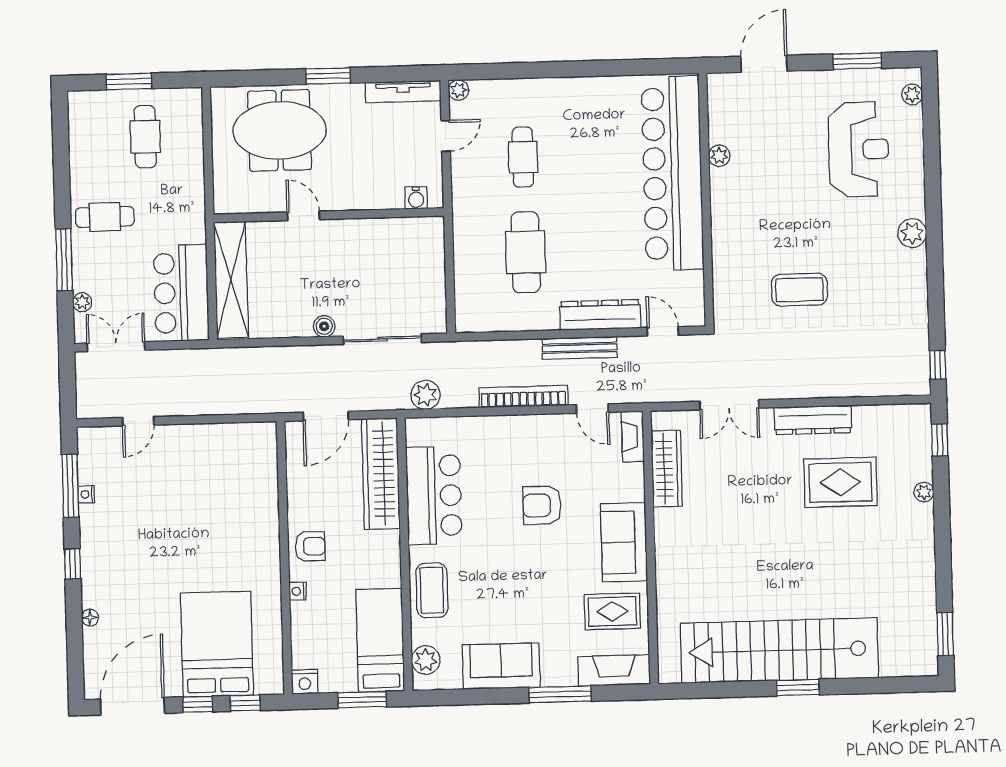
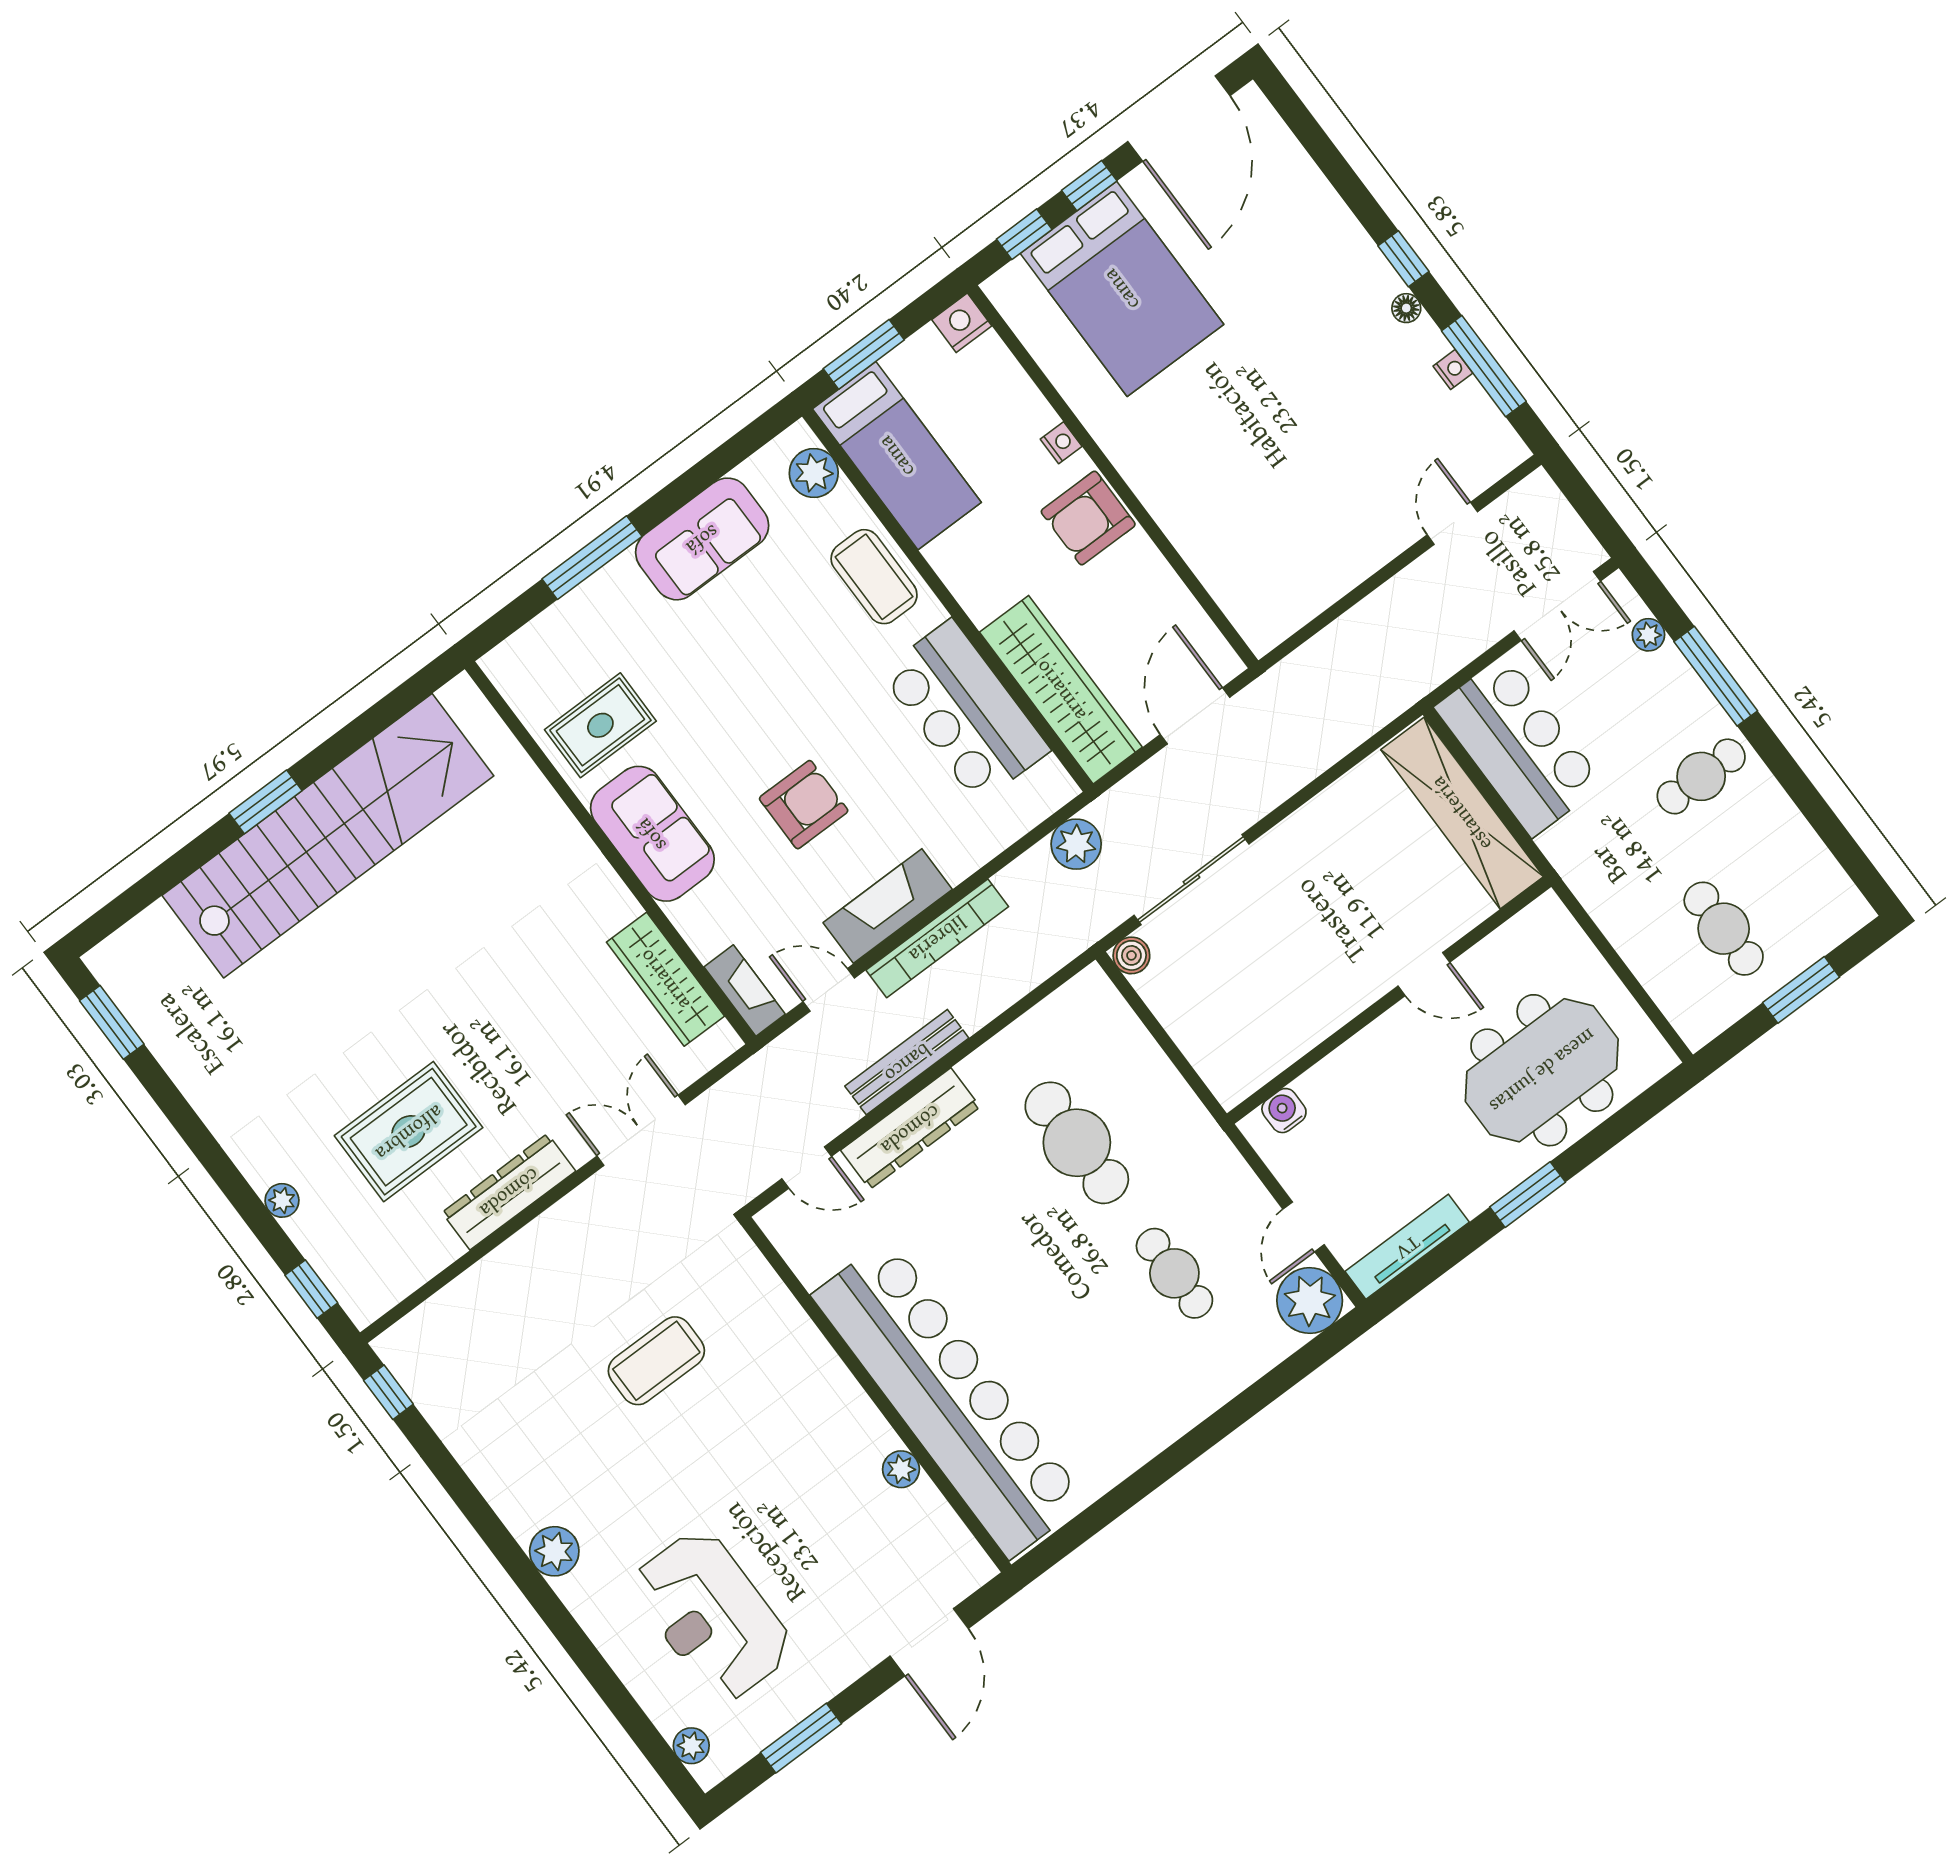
plant: (458, 90) -> (1310, 1301), width x1.88, depth x1.88
boiler: (324, 326) -> (1131, 955), moved
armchair: (310, 546) -> (1088, 518), width x1.38, depth x1.38
floor lamp: (90, 618) -> (1406, 308), moved
fireplace: (614, 670) -> (888, 906), moved, turned 180

